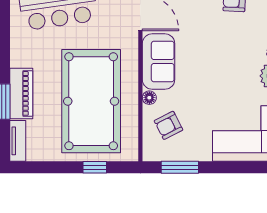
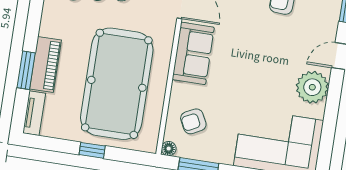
floor lamp: (149, 98) -> (169, 149), moved
window: (95, 167) -> (92, 150), moved

